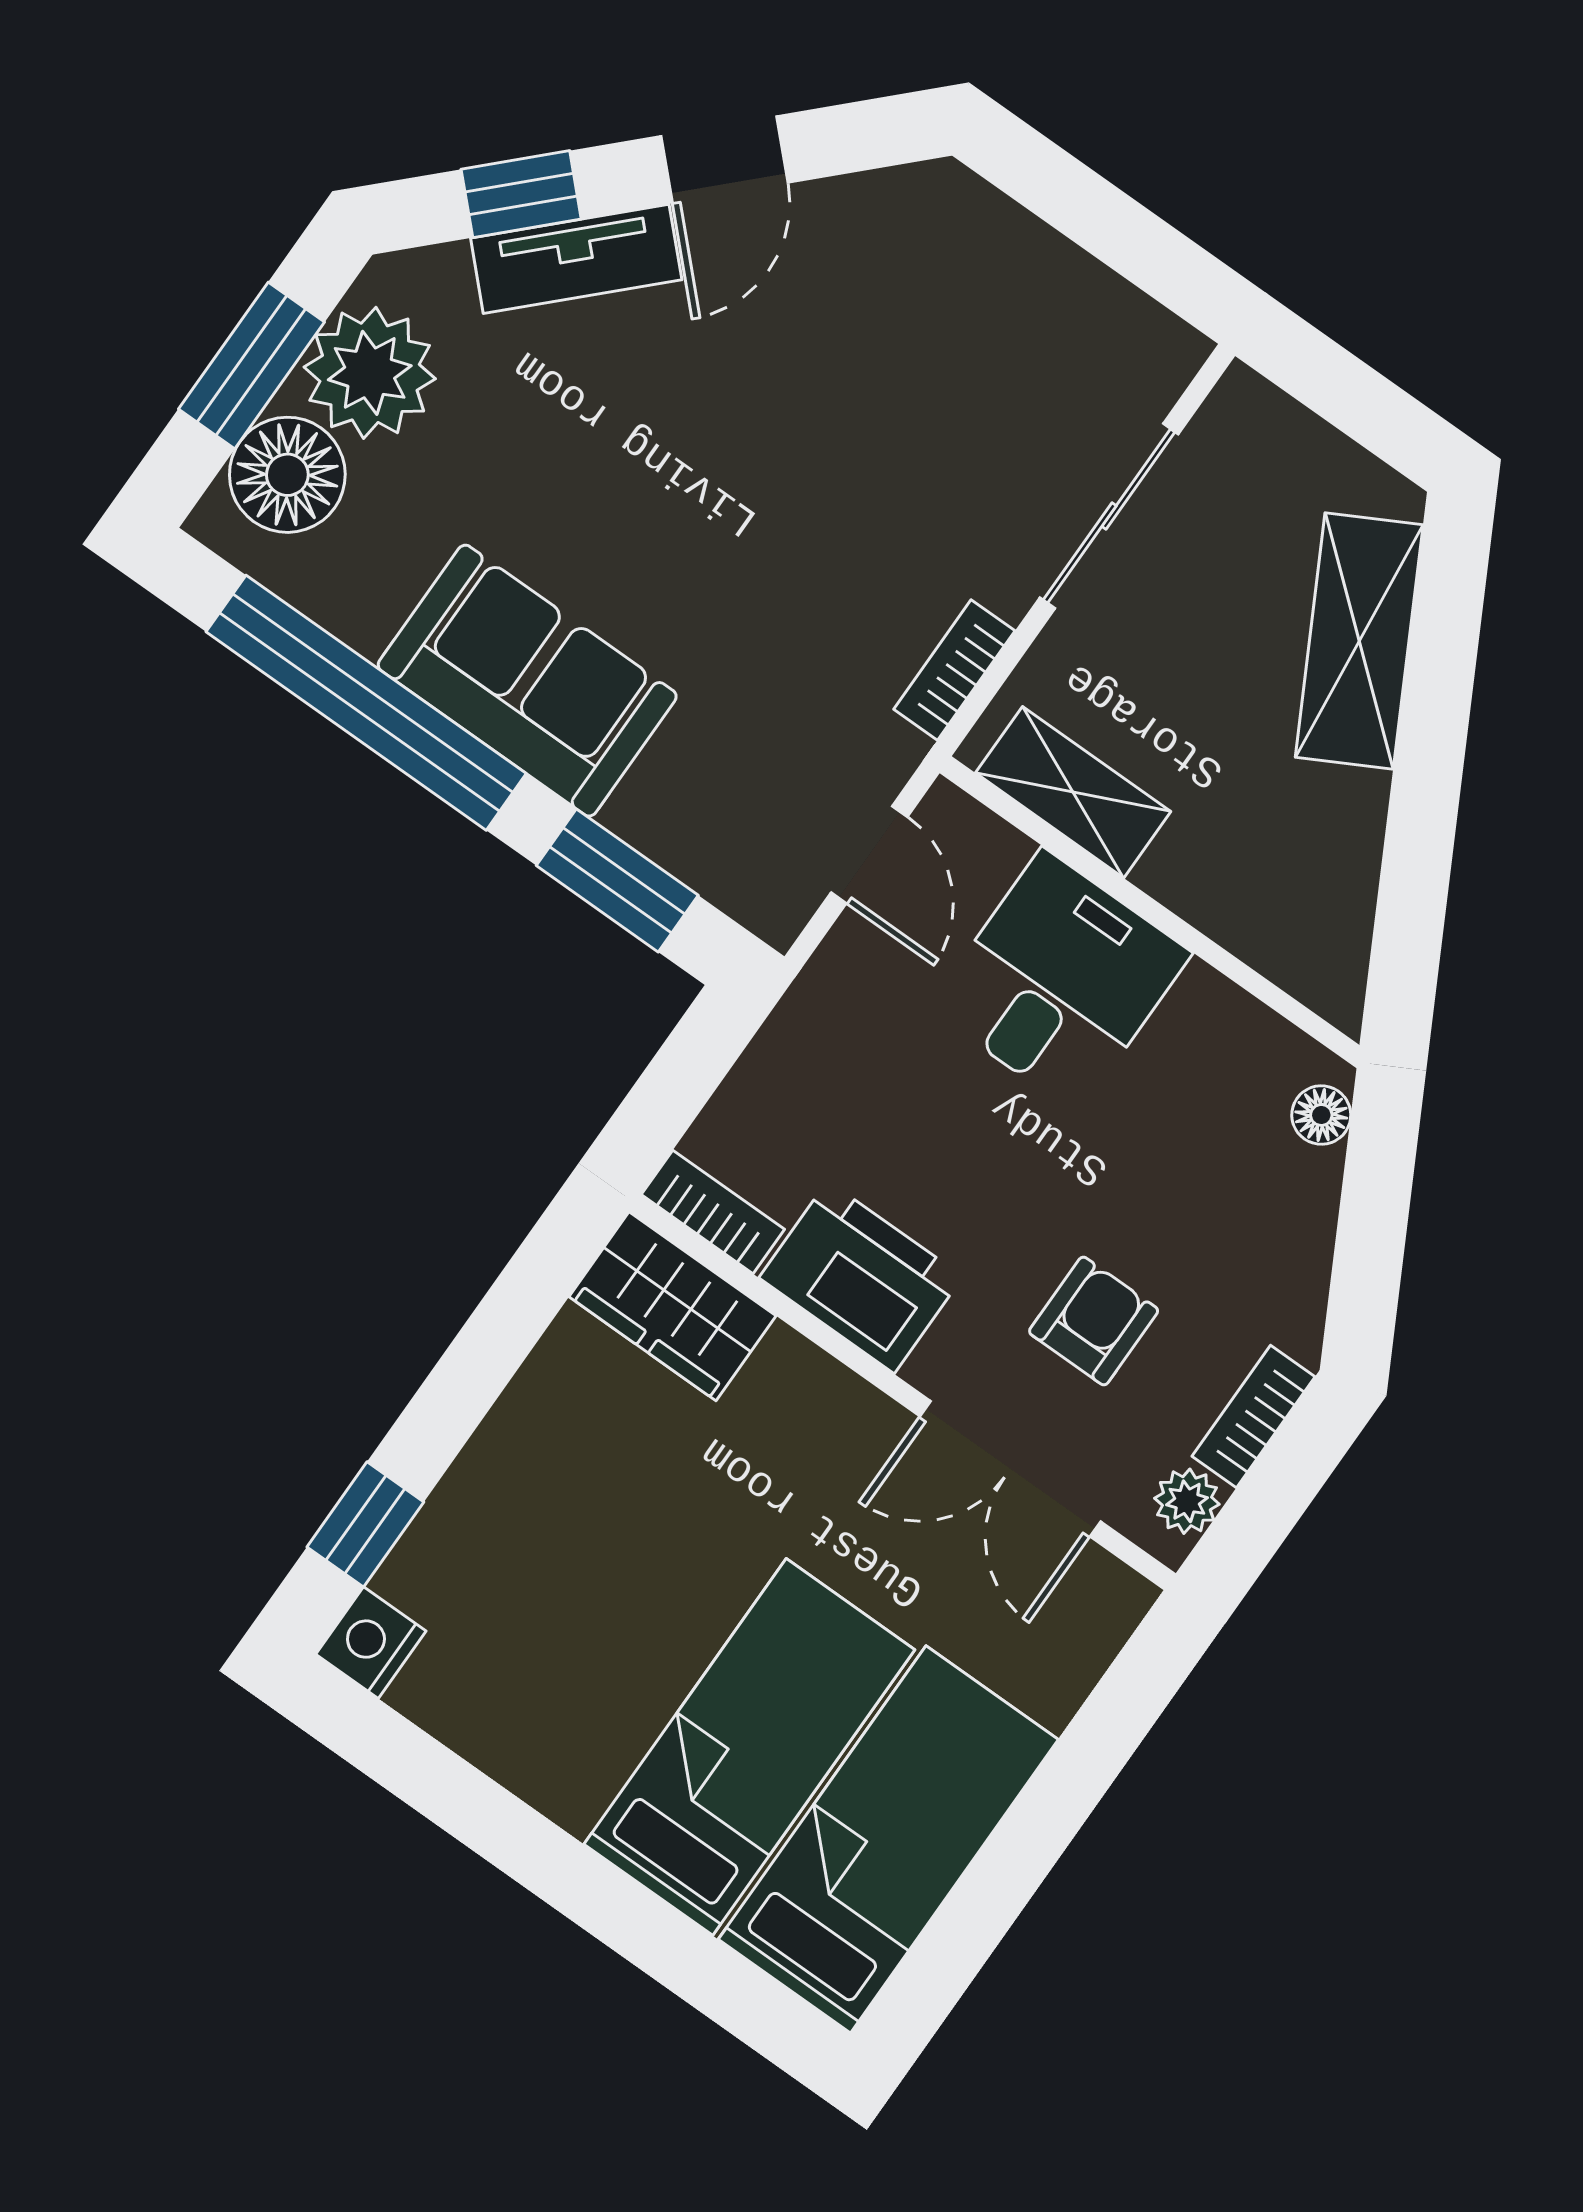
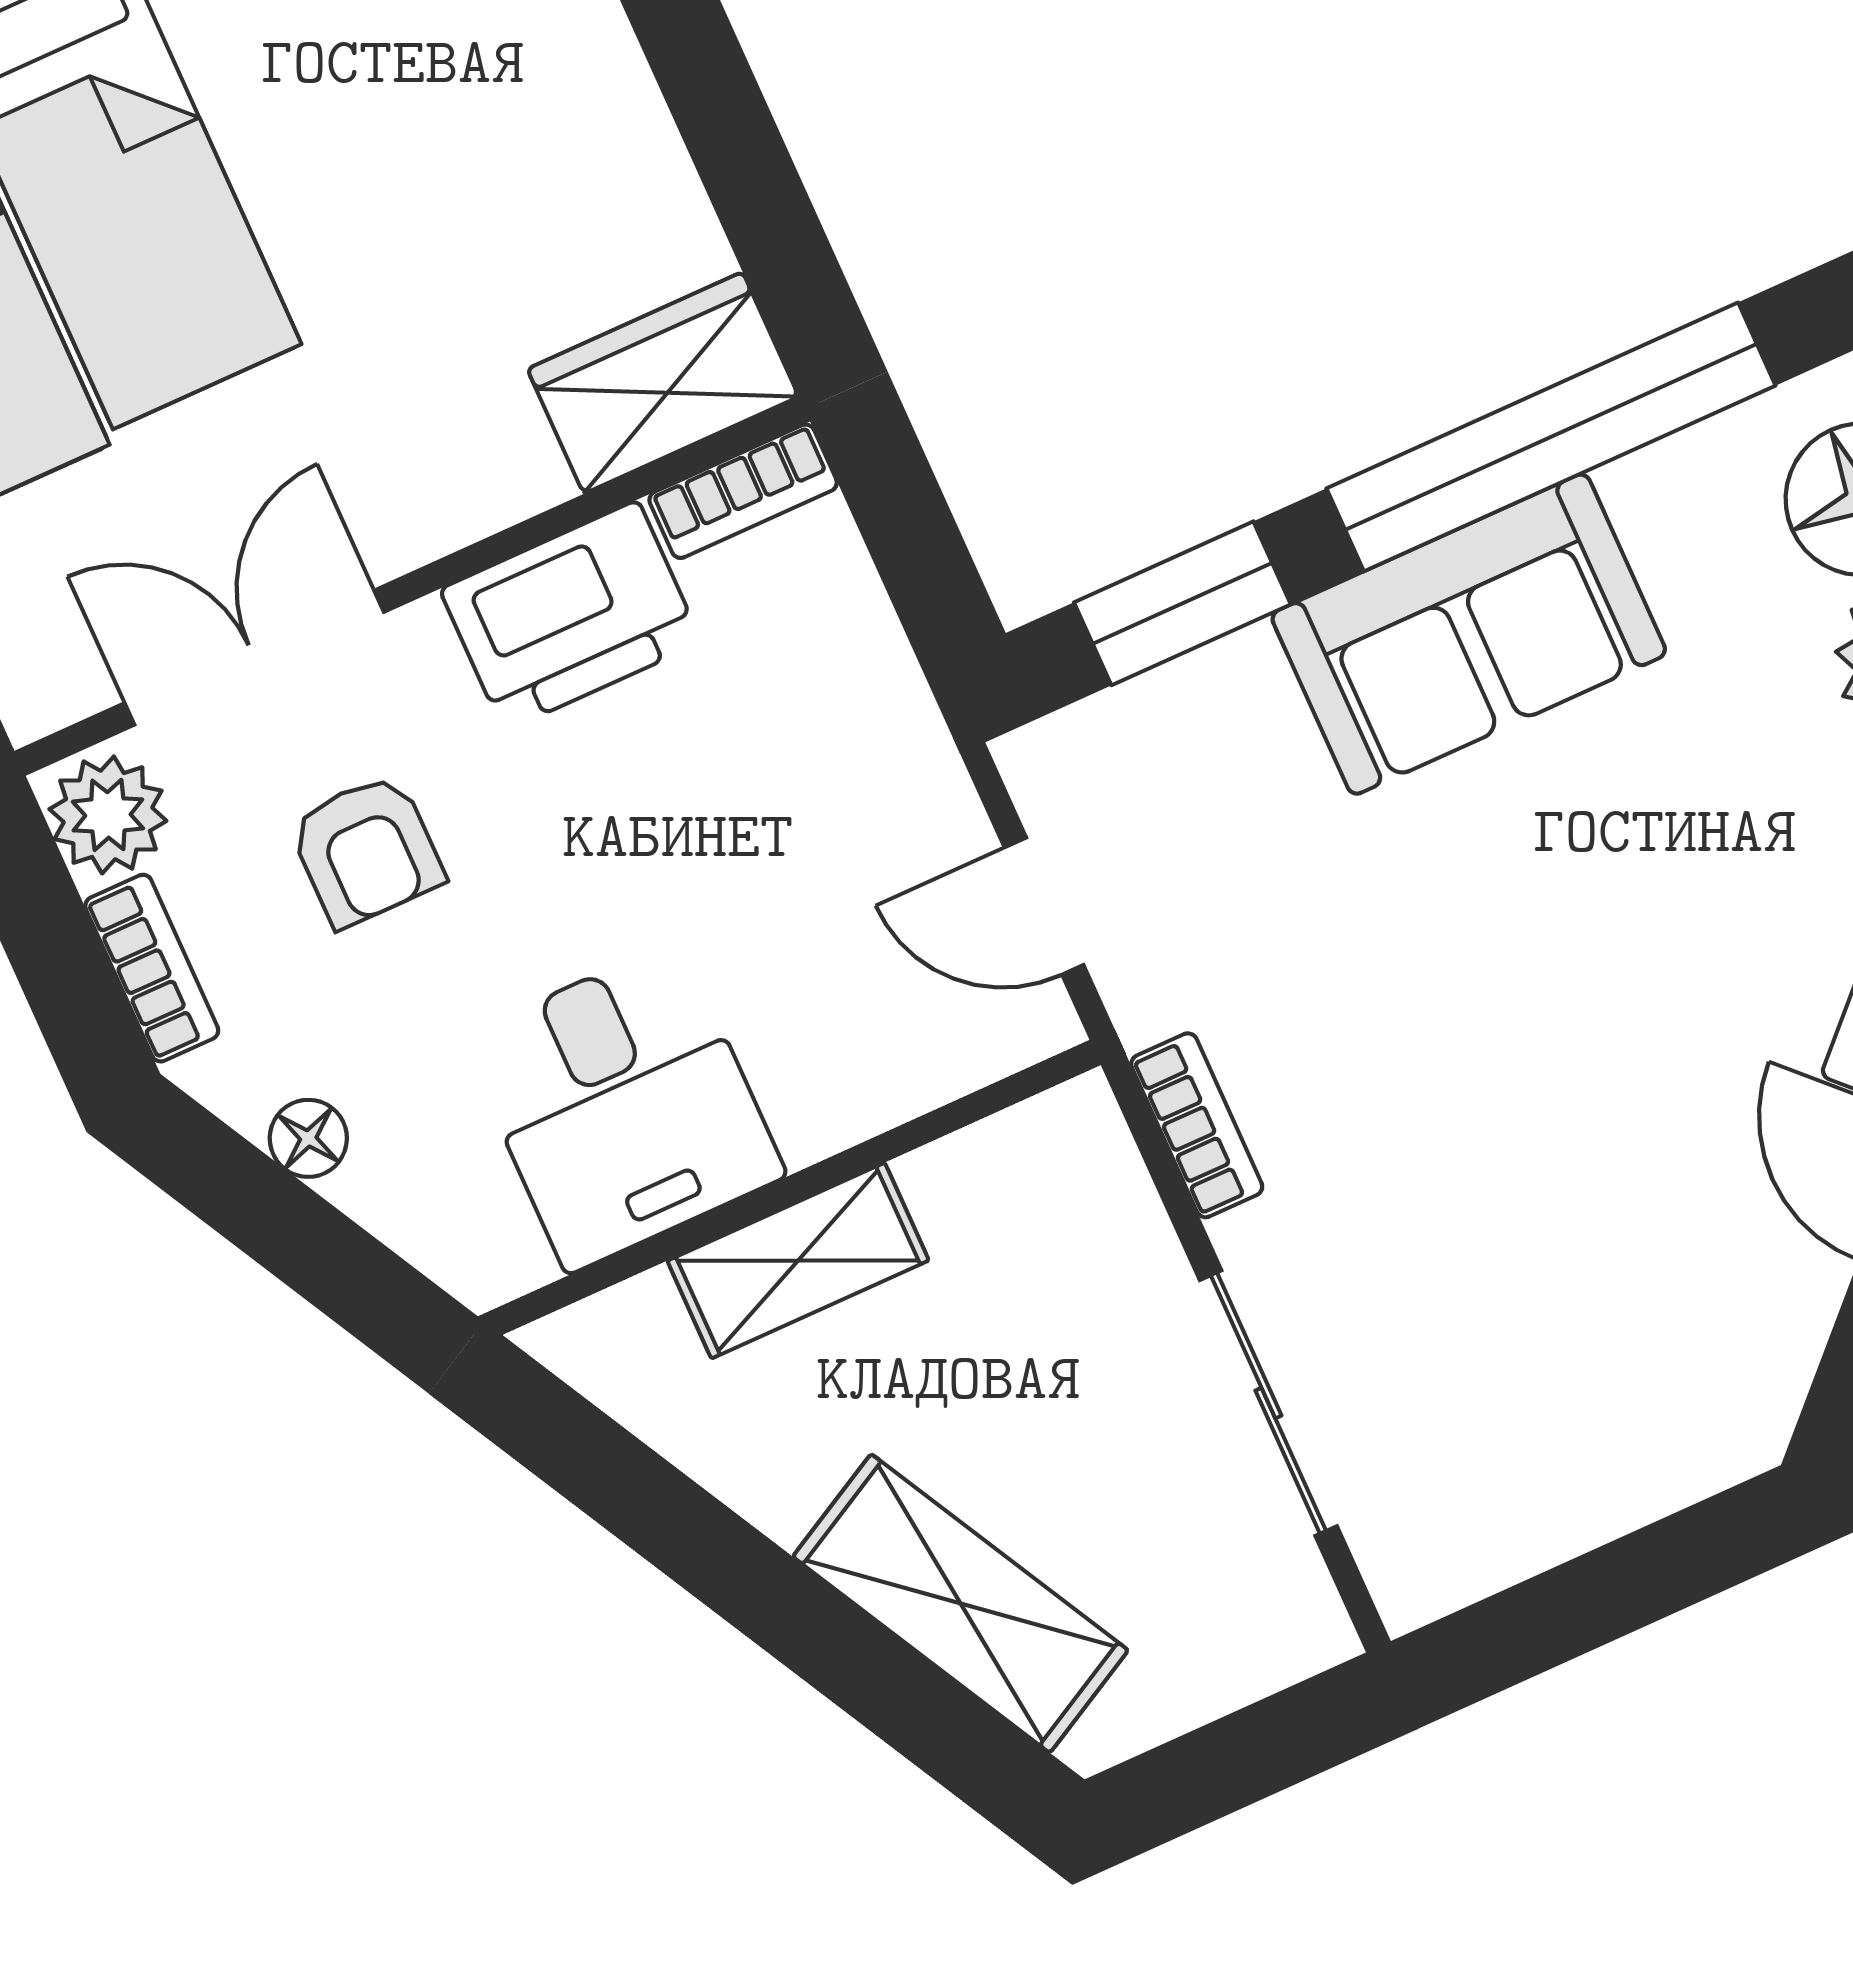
shelving: (1073, 792) -> (798, 1261), moved
desk: (1060, 981) -> (623, 1106), moved
floor lamp: (1321, 1115) -> (308, 1138), moved
plant: (1187, 1501) -> (108, 815), width x1.38, depth x1.38

